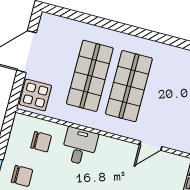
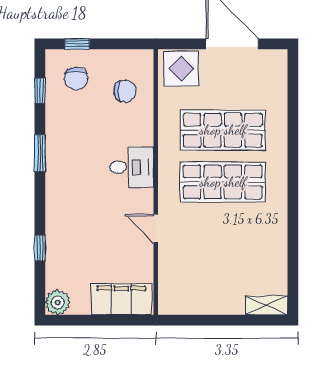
chair: (41, 142) -> (125, 91), turned -90
desk: (80, 146) -> (132, 167), moved

